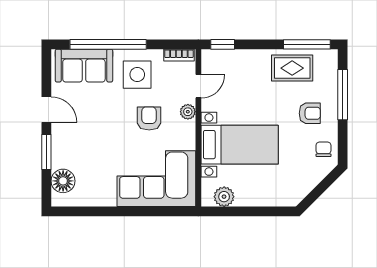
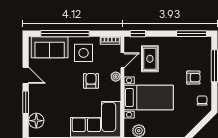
rug: (292, 68) -> (150, 59), moved, turned 90

